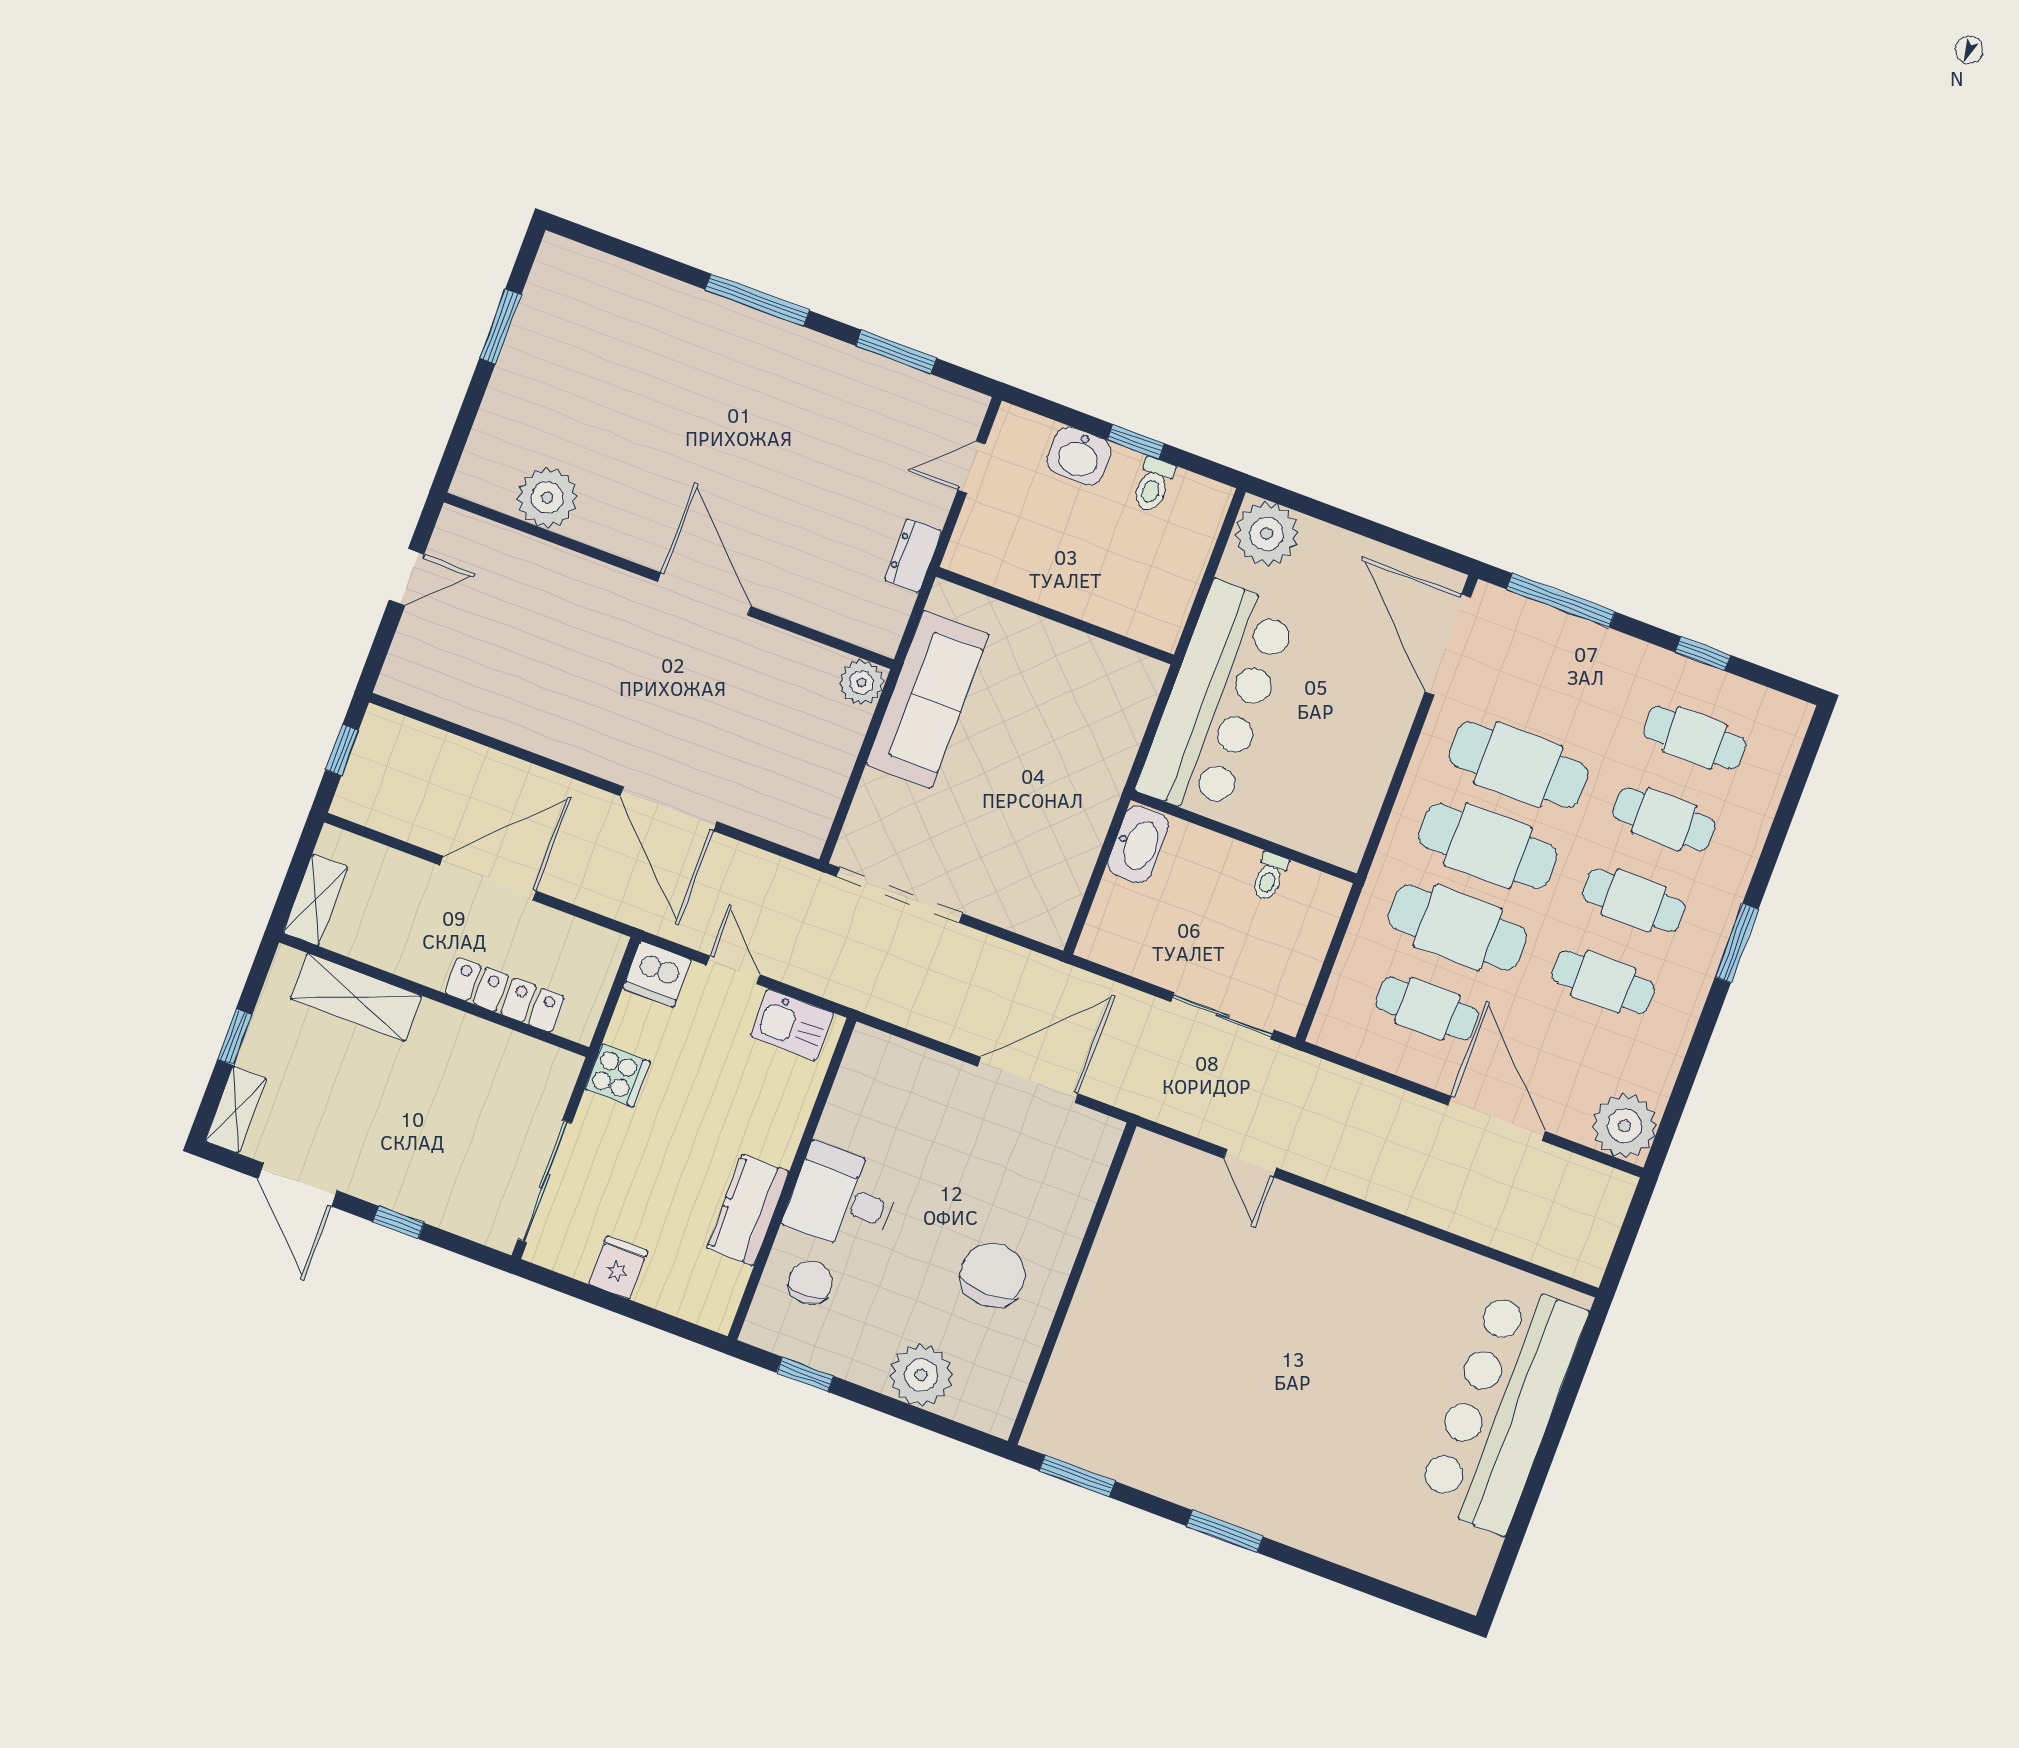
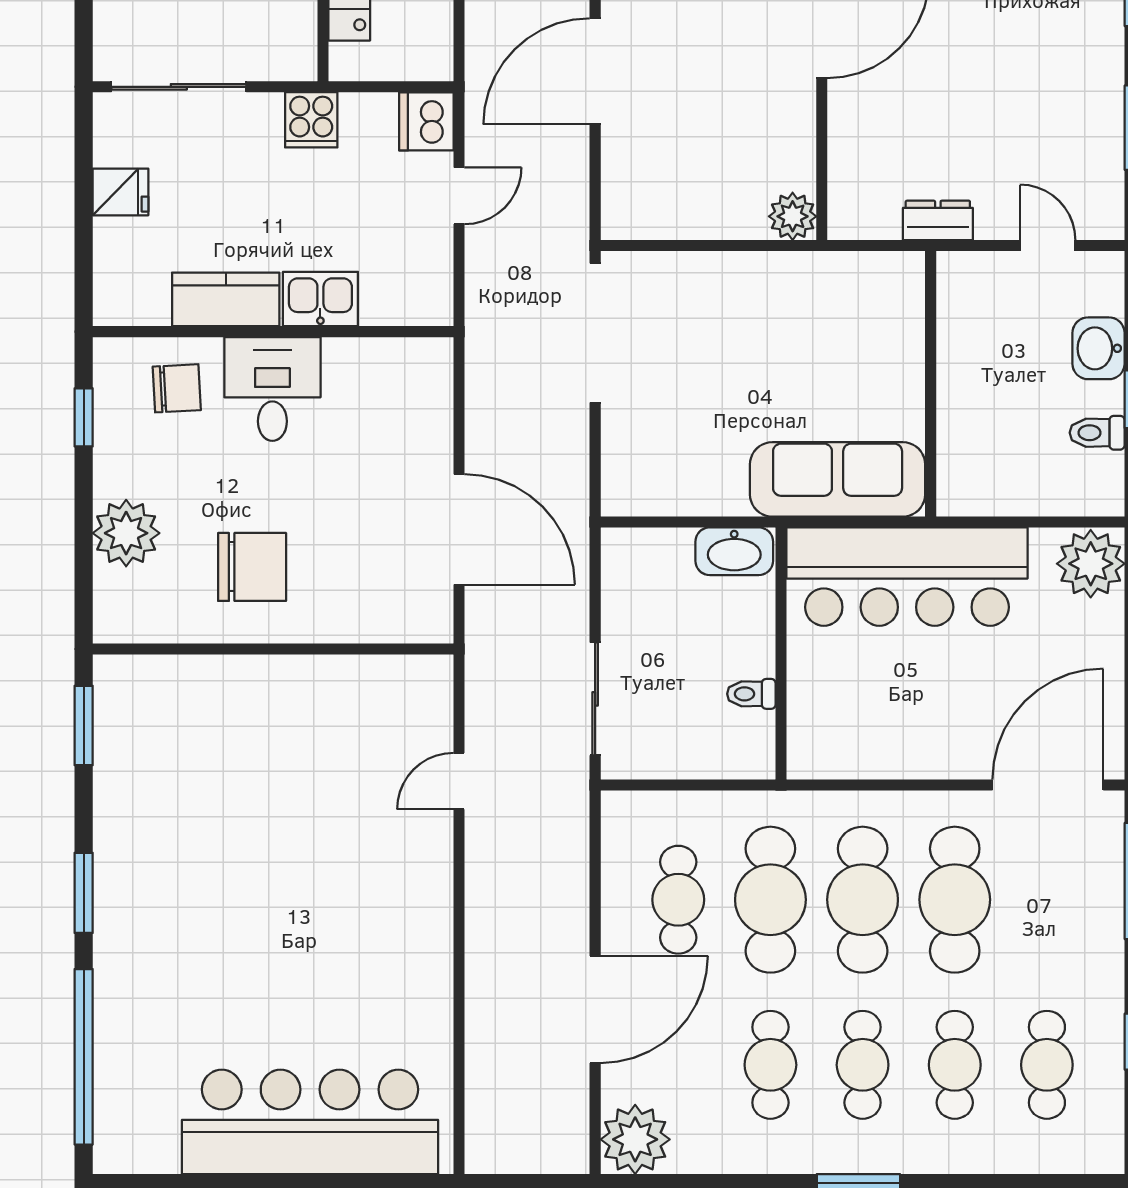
sofa: (927, 699) -> (838, 479), moved, turned 180
kitchen sink: (792, 1025) -> (320, 299), moved, turned 90
window: (1370, 1585) -> (84, 1057), added

